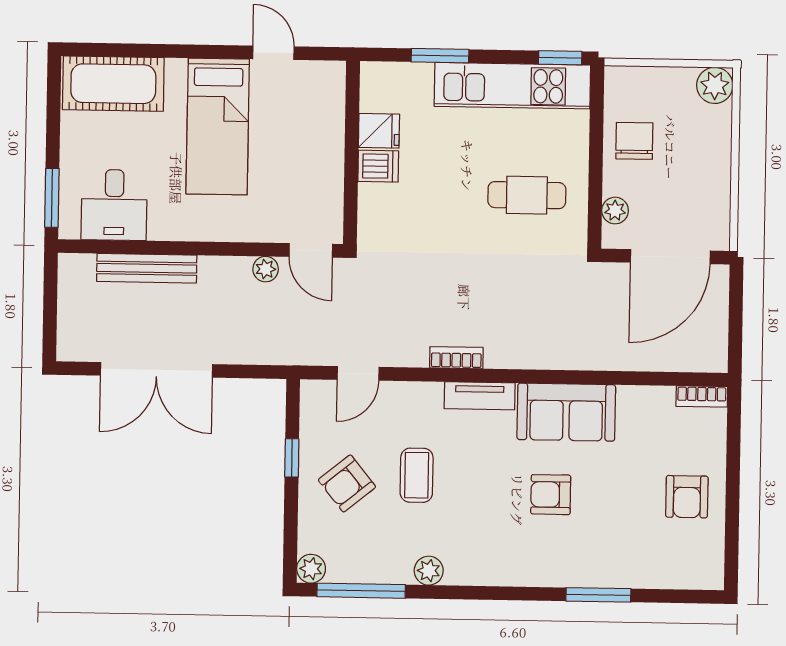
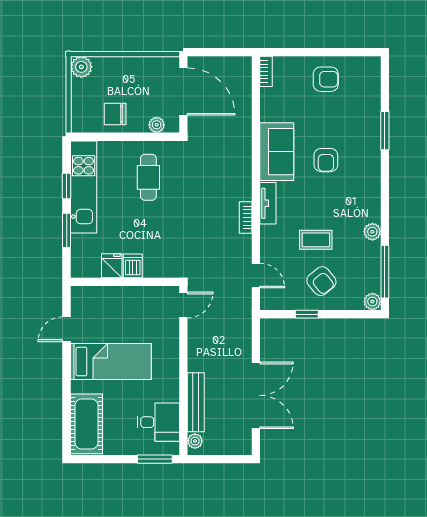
window: (560, 58) -> (67, 186), moved
plant: (266, 269) -> (195, 441), moved

